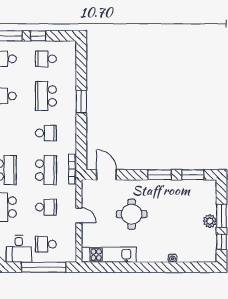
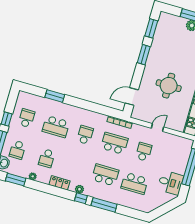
school desk: (46, 59) -> (27, 118), turned 180
window: (81, 102) -> (55, 96), moved
school desk: (46, 244) -> (173, 160), removed

